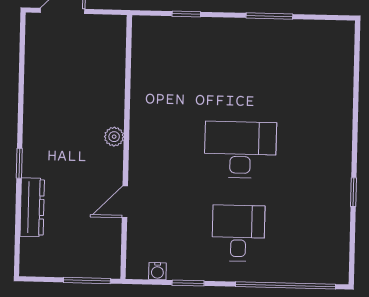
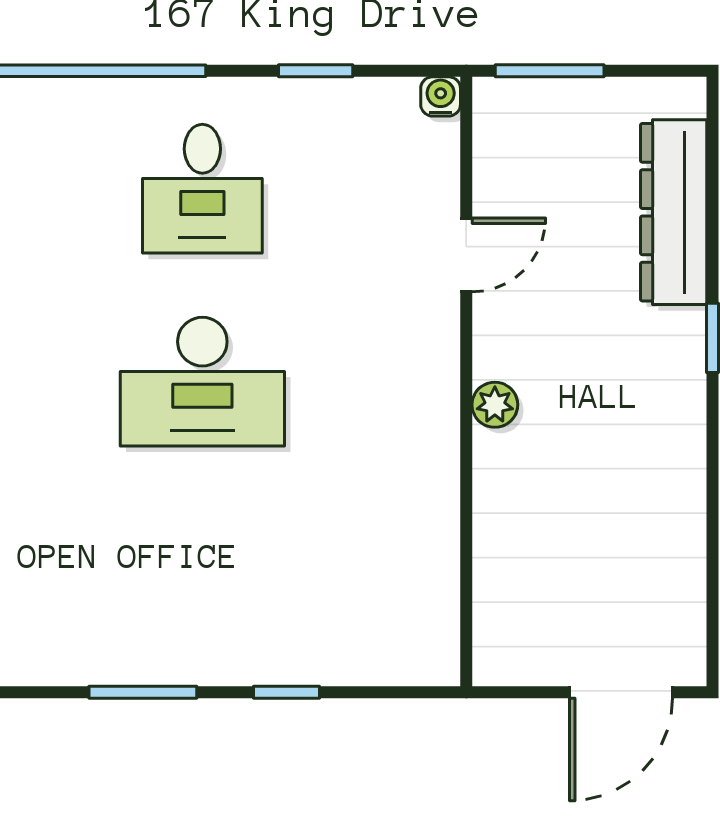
window: (186, 14) -> (287, 692), moved
dresser: (32, 207) -> (674, 212), width x1.37, depth x1.24
water cooler: (157, 271) -> (441, 96), moved

